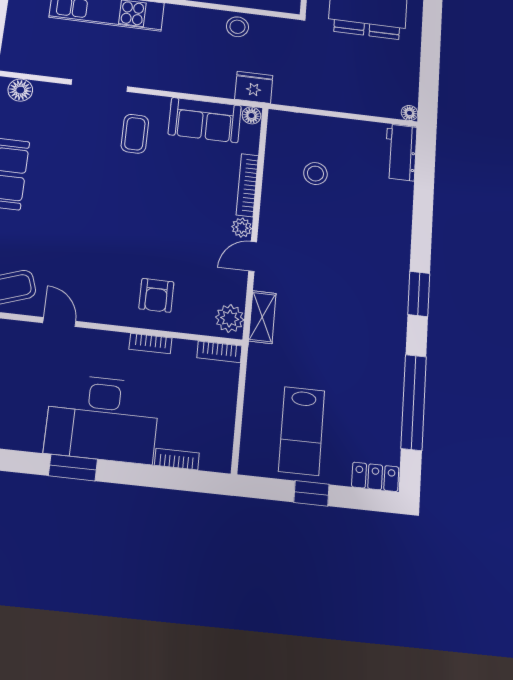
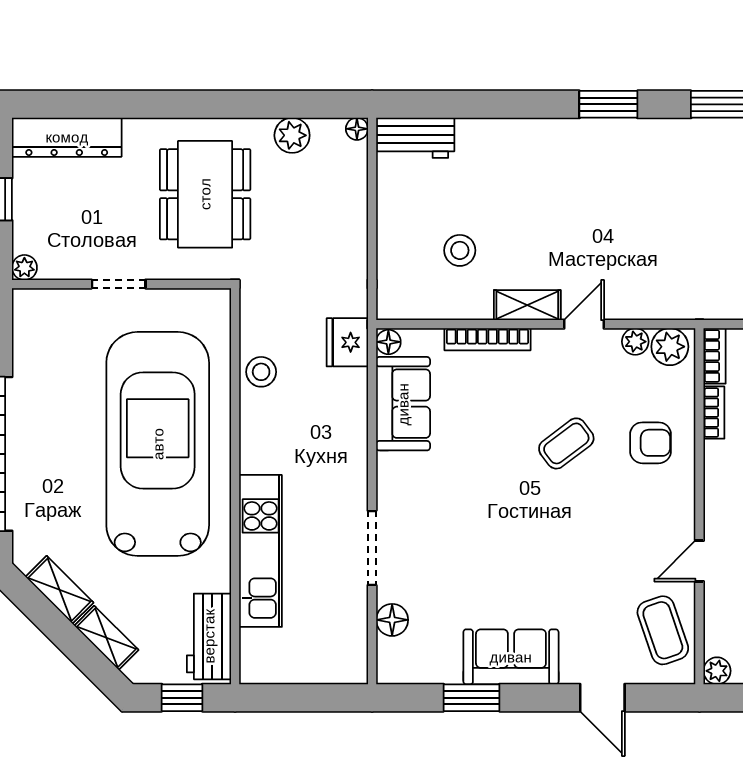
plant: (407, 69) -> (292, 135), added
floor lamp: (20, 90) -> (392, 620), moved
coffee table: (135, 134) -> (566, 443), moved, turned -37
plant: (242, 228) -> (635, 342), moved
door: (253, 256) -> (584, 324), swing flipped
shelving: (262, 317) -> (527, 305), moved
bookcase: (150, 344) -> (714, 413), moved

